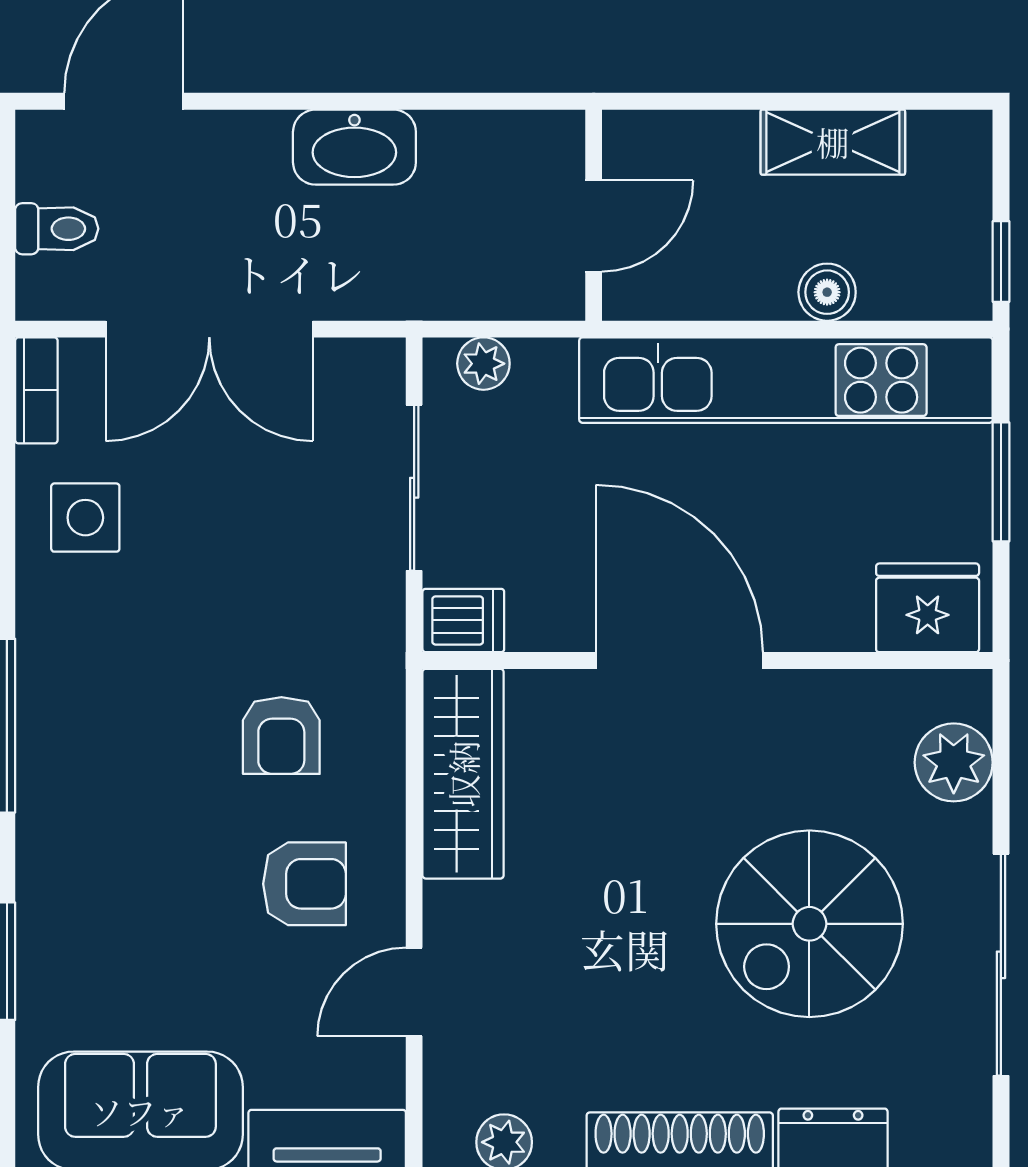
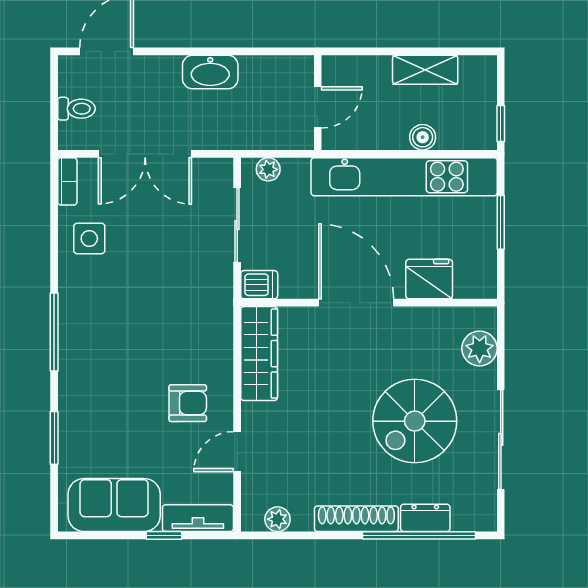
fridge: (928, 608) -> (429, 279), moved
armchair: (281, 736) -> (177, 336), removed

